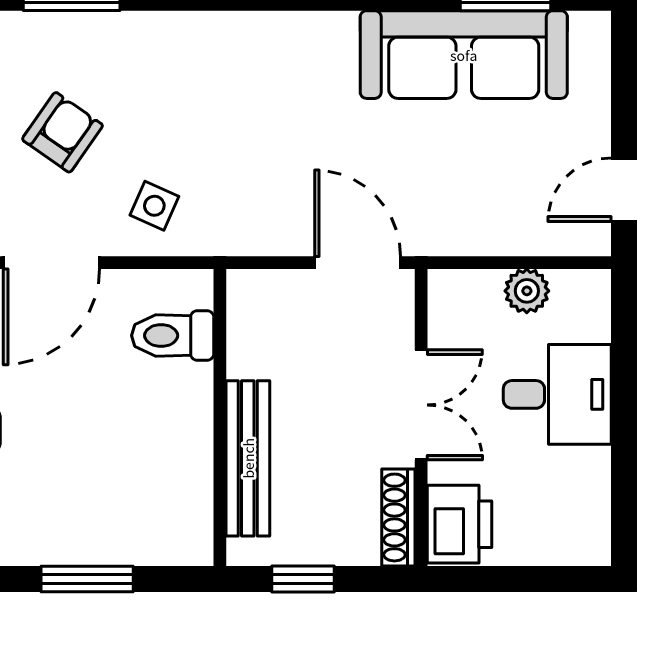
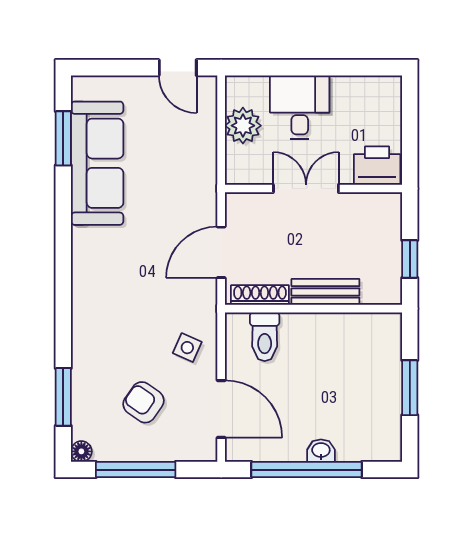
door: (358, 263) -> (221, 252), moved
plant: (527, 291) -> (243, 126), width x1.38, depth x1.38
bench: (248, 458) -> (325, 292), width x0.73
shoe rack: (398, 517) -> (260, 295), moved, turned 180

